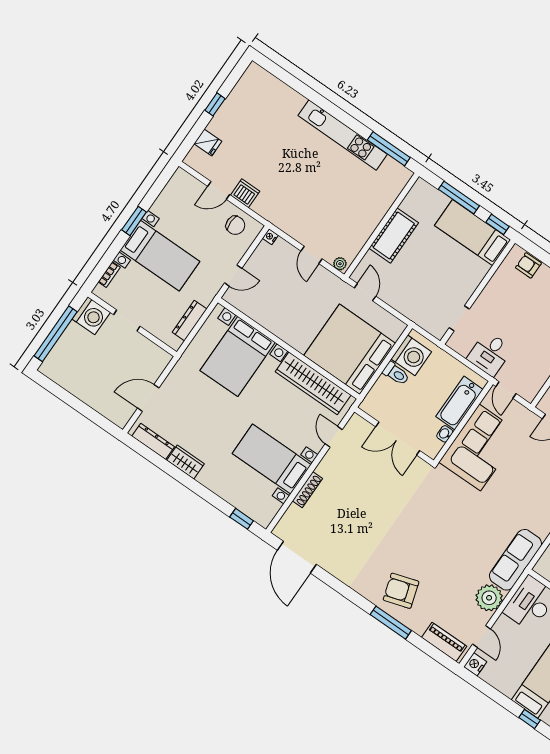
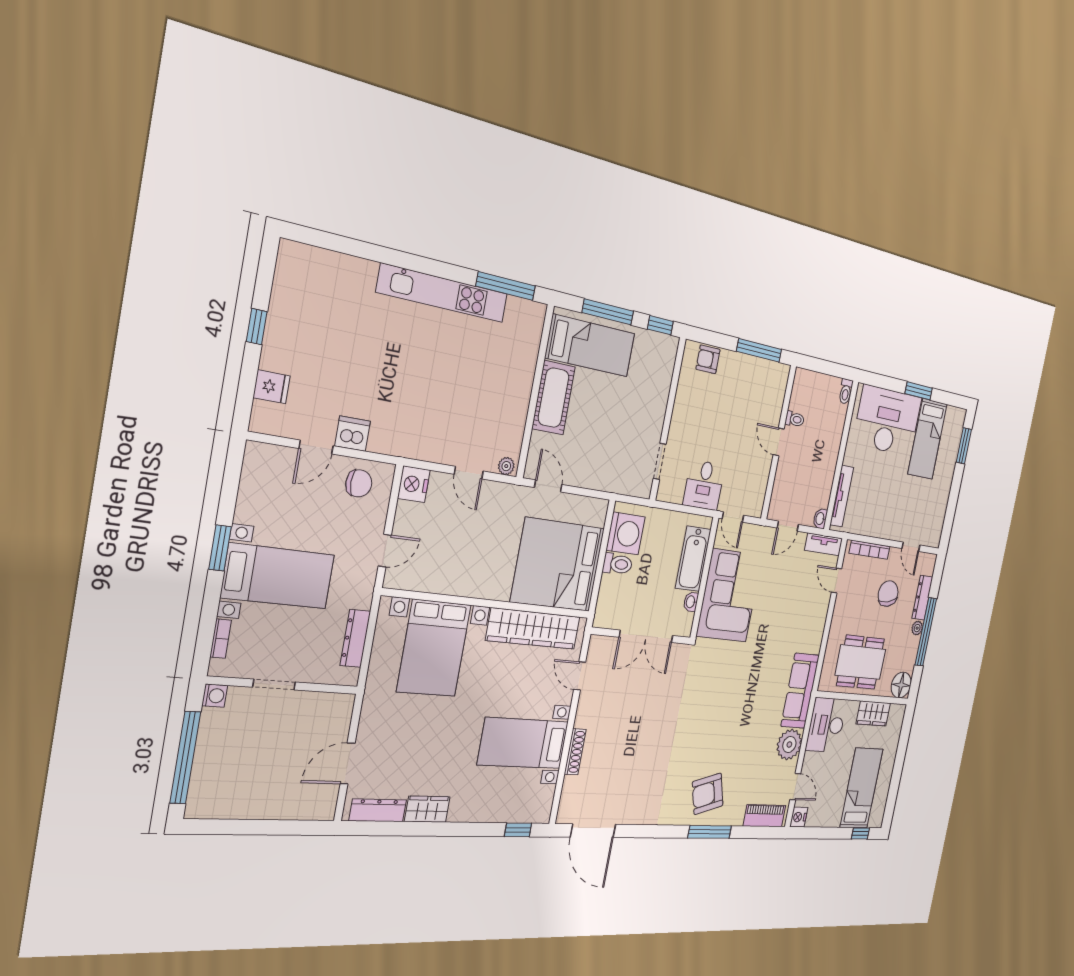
bed: (473, 233) -> (590, 346), moved, turned 180
nightstand: (270, 237) -> (414, 484), width x1.89, depth x1.79
washing machine: (91, 316) -> (215, 696), width x0.53, depth x0.53

